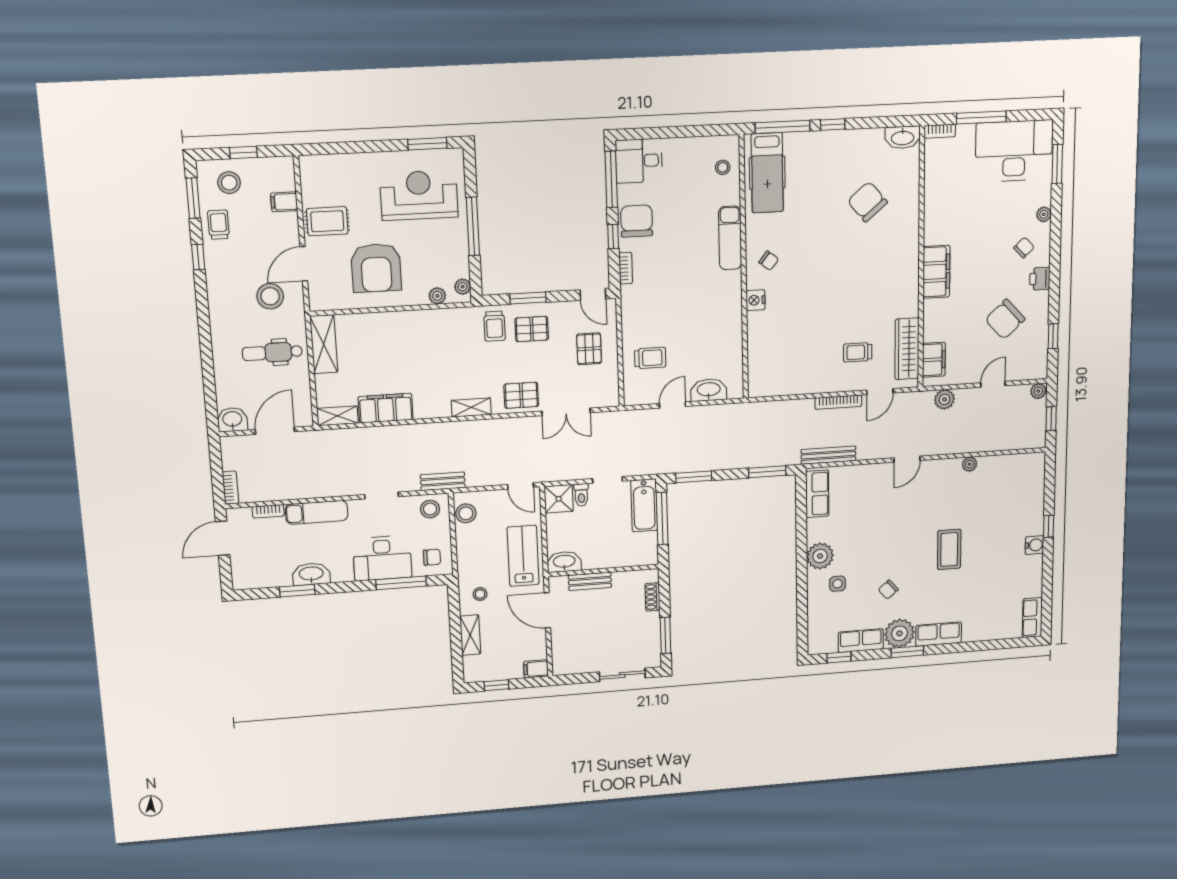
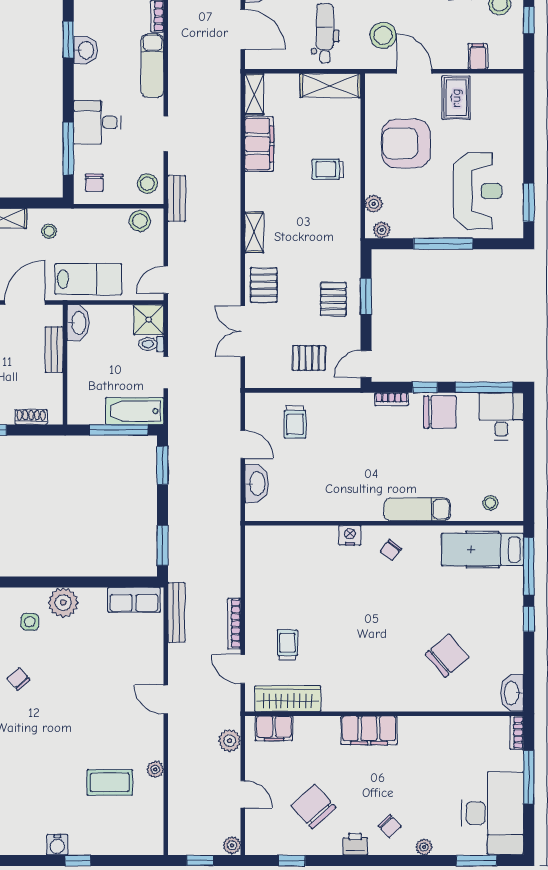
trolley: (494, 326) -> (328, 169), moved
coffee table: (949, 549) -> (110, 782), moved
desk: (382, 558) -> (97, 122), width x0.73
washbasin: (311, 574) -> (85, 50), width x0.72

